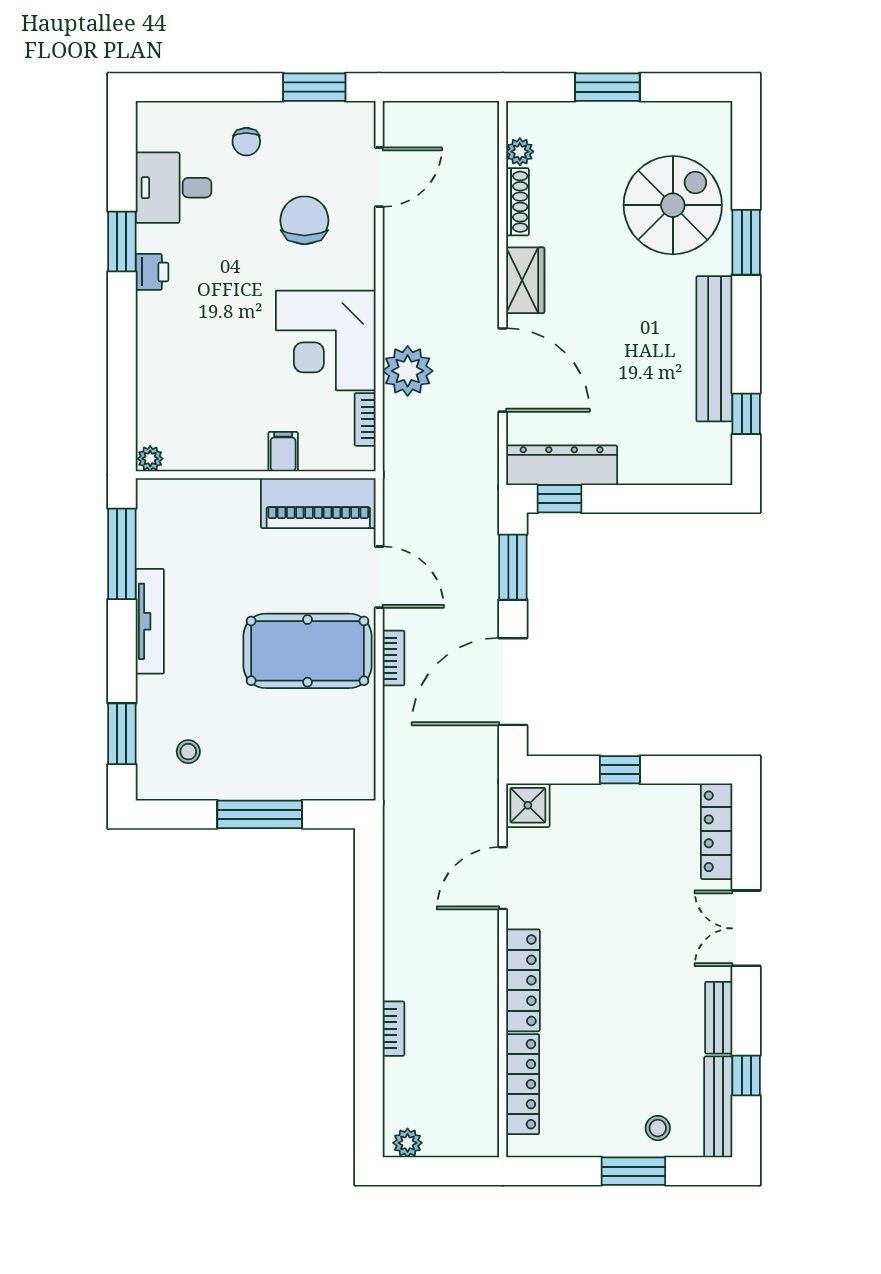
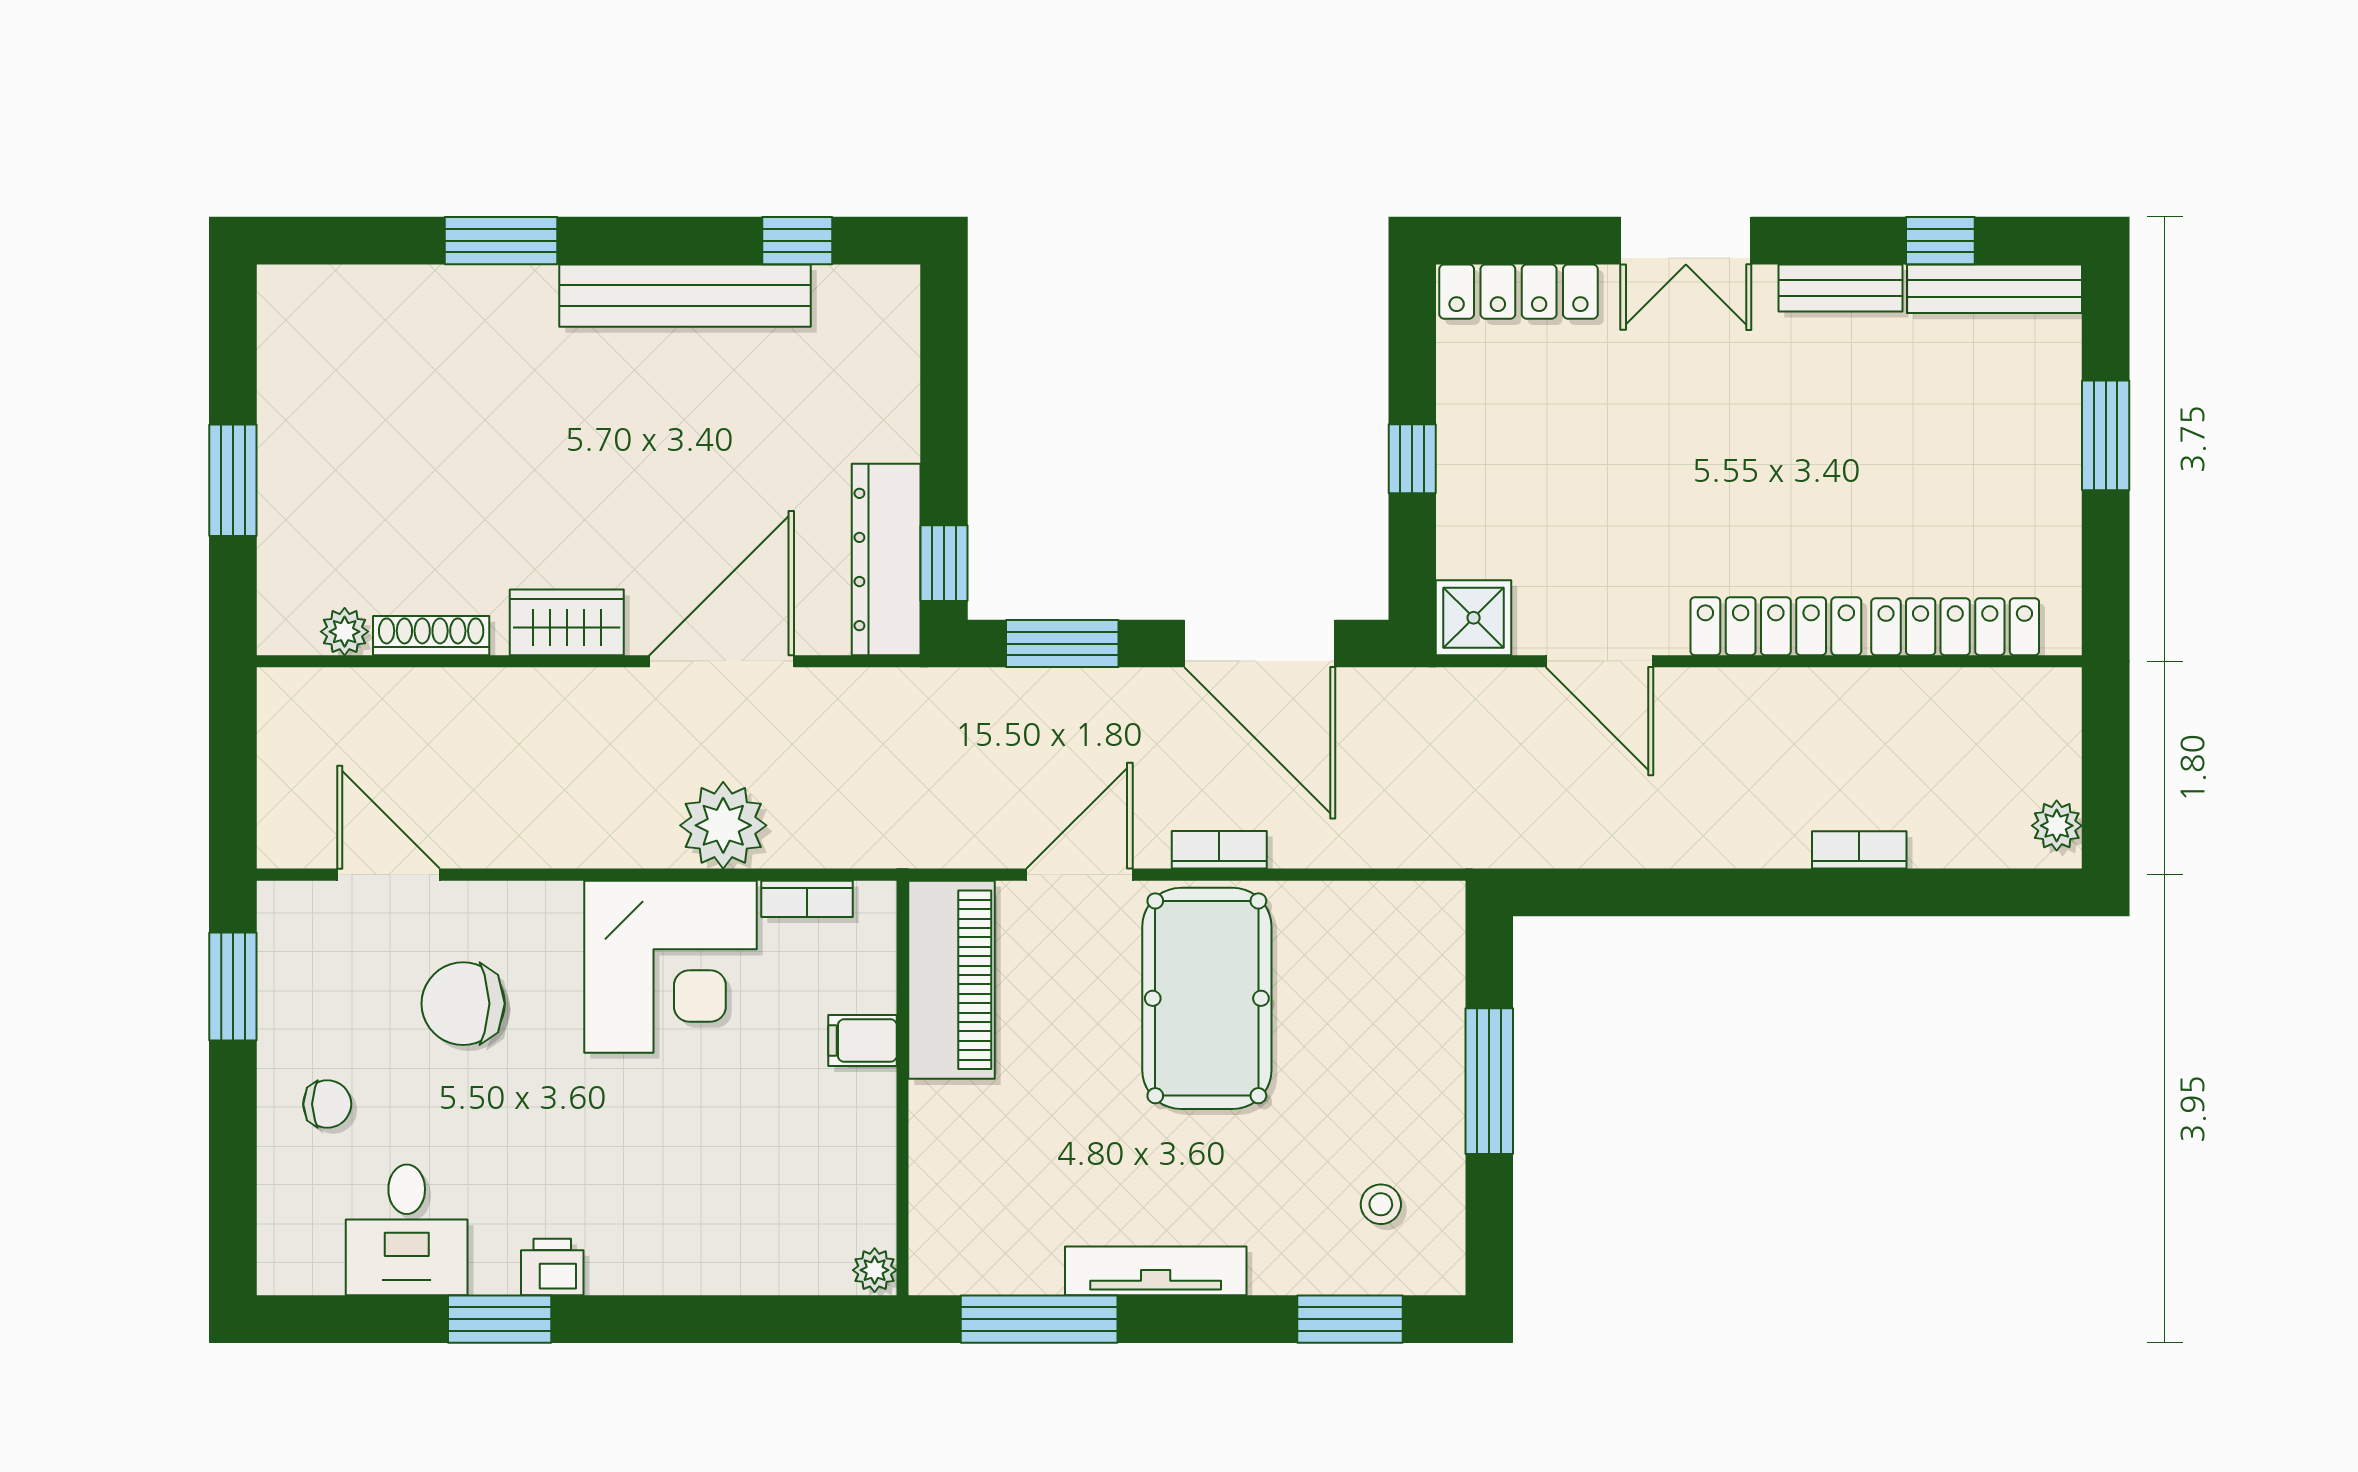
spiral stairs: (673, 205) -> (437, 367), removed
stool: (658, 1128) -> (2031, 393), removed

